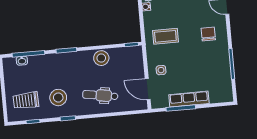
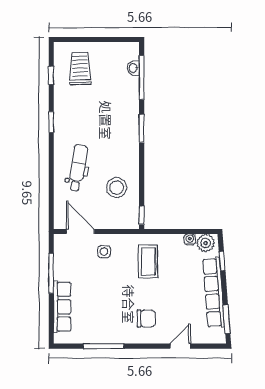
stool: (101, 58) -> (117, 188), moved
door: (148, 89) -> (80, 232), hinge flipped
stool: (58, 98) -> (80, 112), removed
row of seats: (189, 99) -> (62, 307), moved

